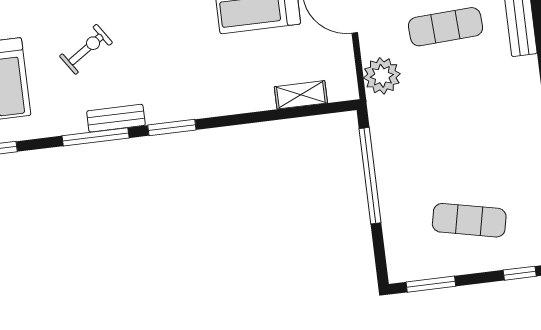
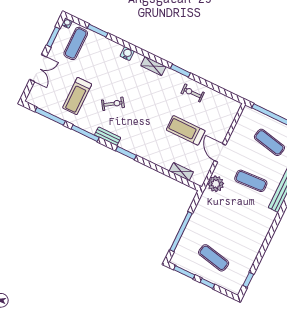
window: (96, 137) -> (85, 133), moved
window: (370, 176) -> (181, 232), moved
window: (520, 273) -> (207, 283), moved

